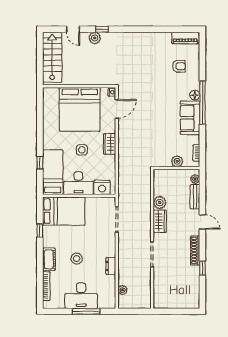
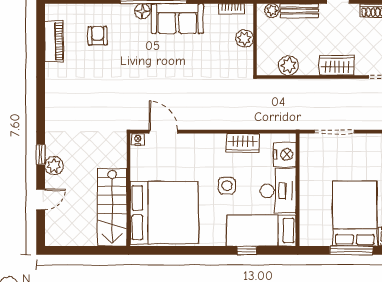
piano: (185, 38) -> (54, 41), moved
stairs: (52, 57) -> (112, 207), moved, turned -90
bed: (80, 109) -> (164, 213), moved
wardrobe: (110, 144) -> (243, 143), moved
plant: (160, 203) -> (288, 65), moved
bed: (64, 211) -> (355, 214), moved
window: (40, 230) -> (351, 250), width x2.17

